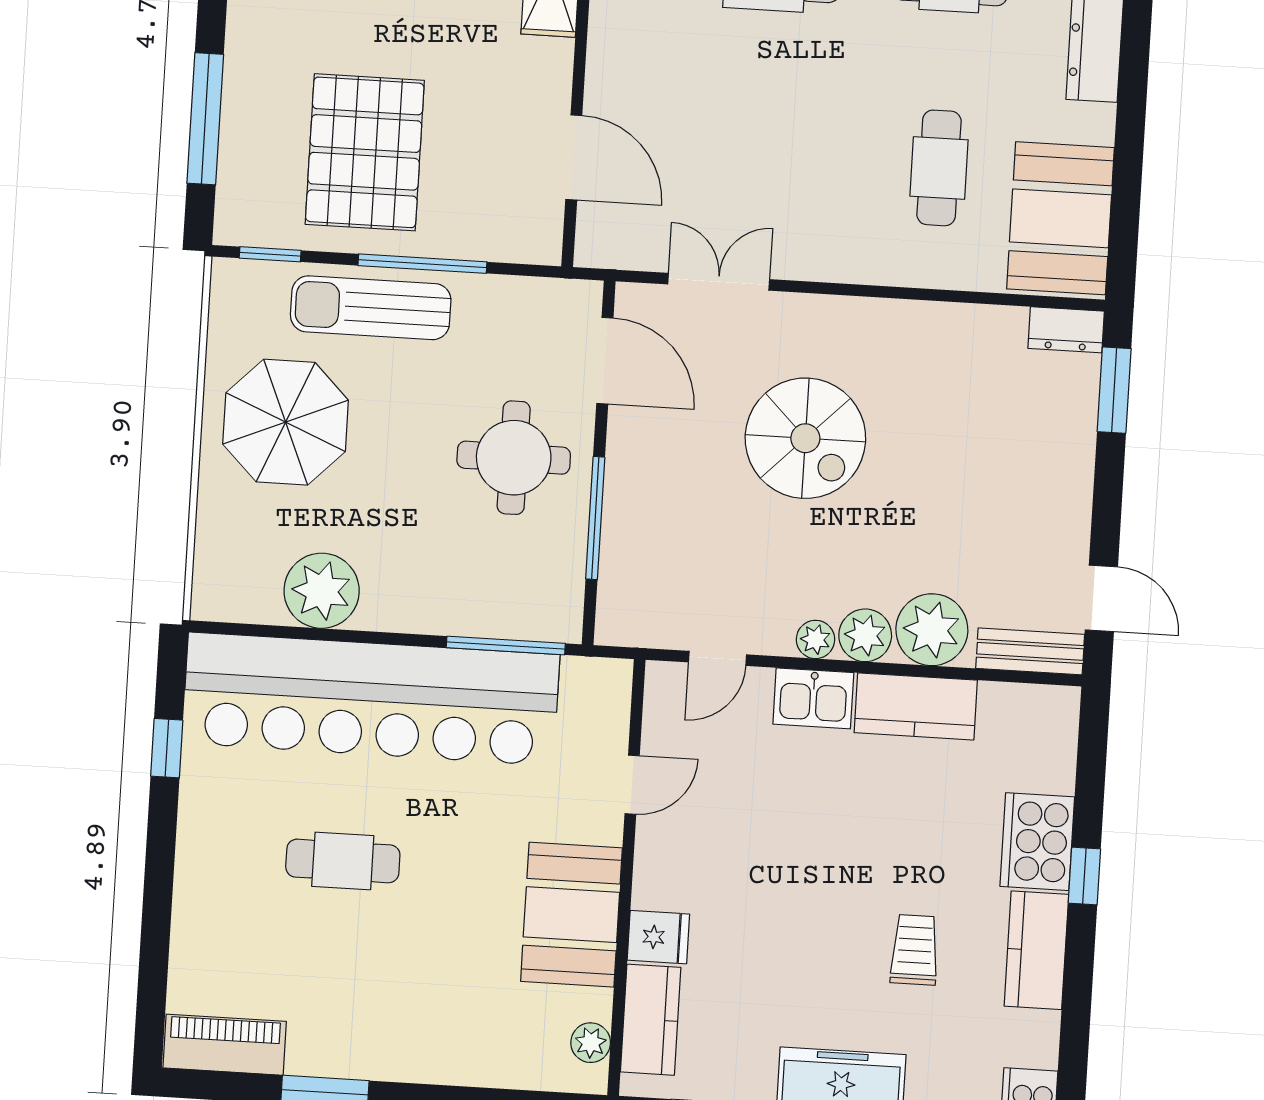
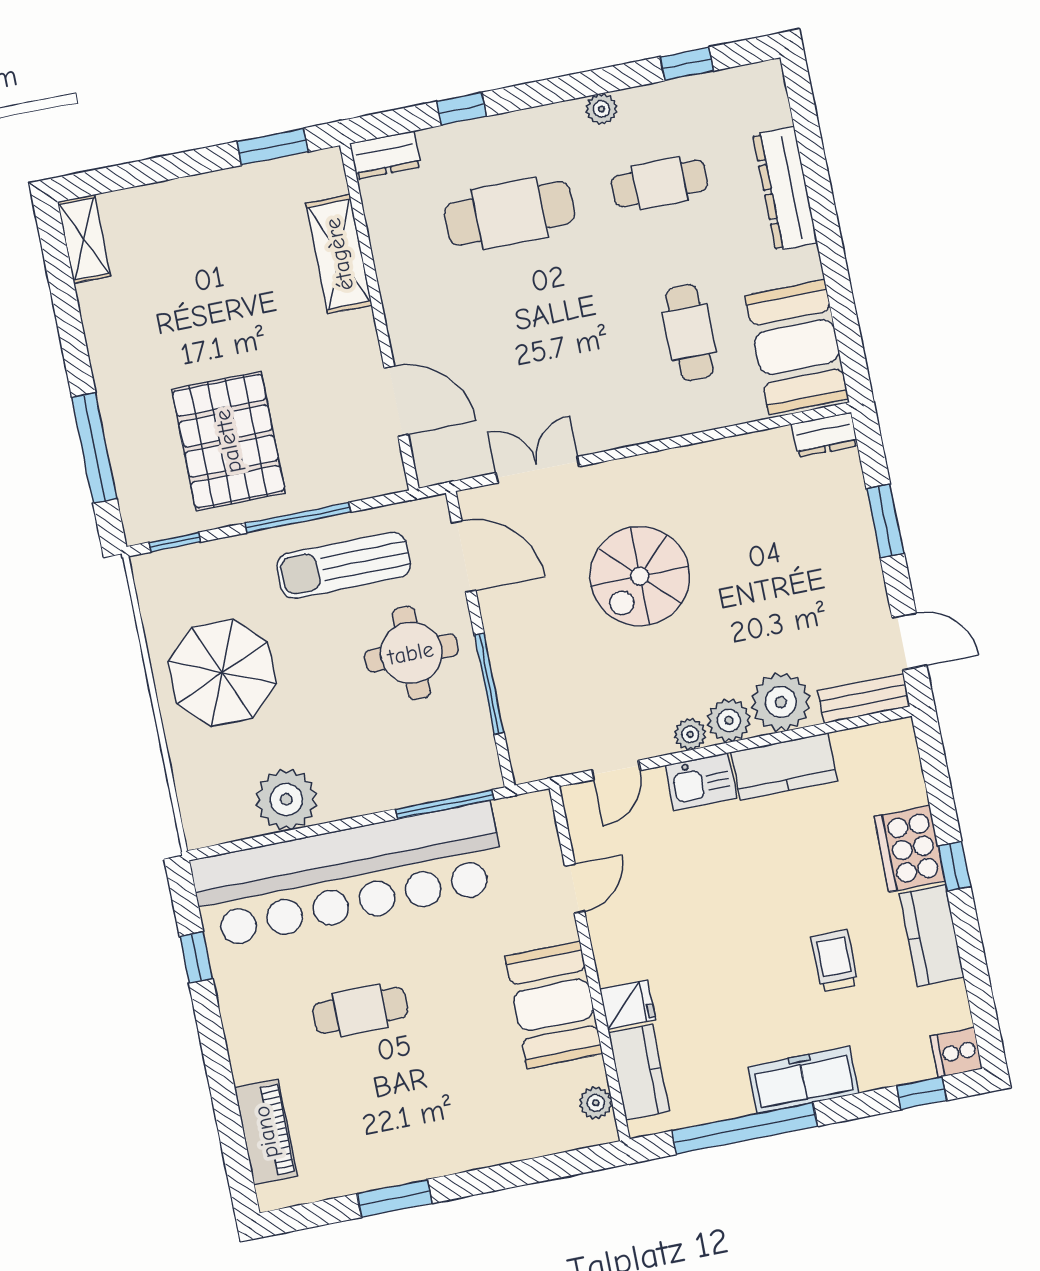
sun lounger: (371, 308) -> (344, 565), moved
window: (1114, 390) -> (885, 521), moved
spiral stairs: (805, 438) -> (640, 576), turned 90
piano: (225, 1045) -> (266, 1132), moved, turned 90

